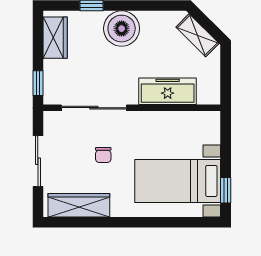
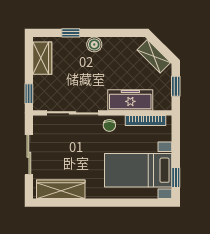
boiler: (122, 29) -> (94, 44), width x0.54, depth x0.54
window: (226, 74) -> (176, 86), added
bookcase: (187, 117) -> (145, 120), added
chair: (103, 155) -> (109, 125), moved

